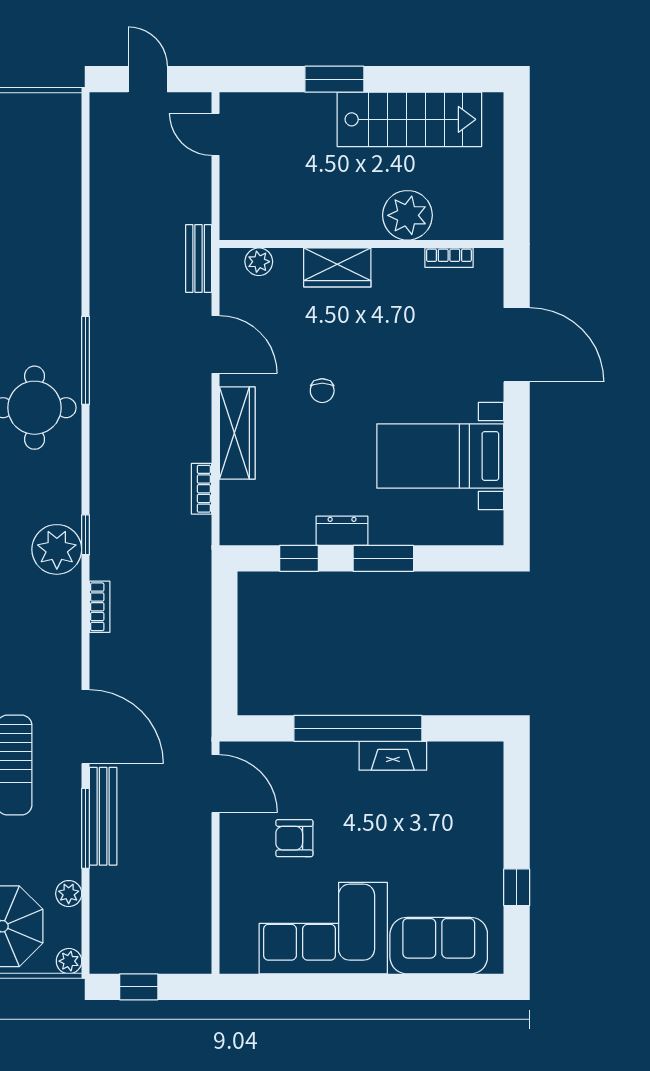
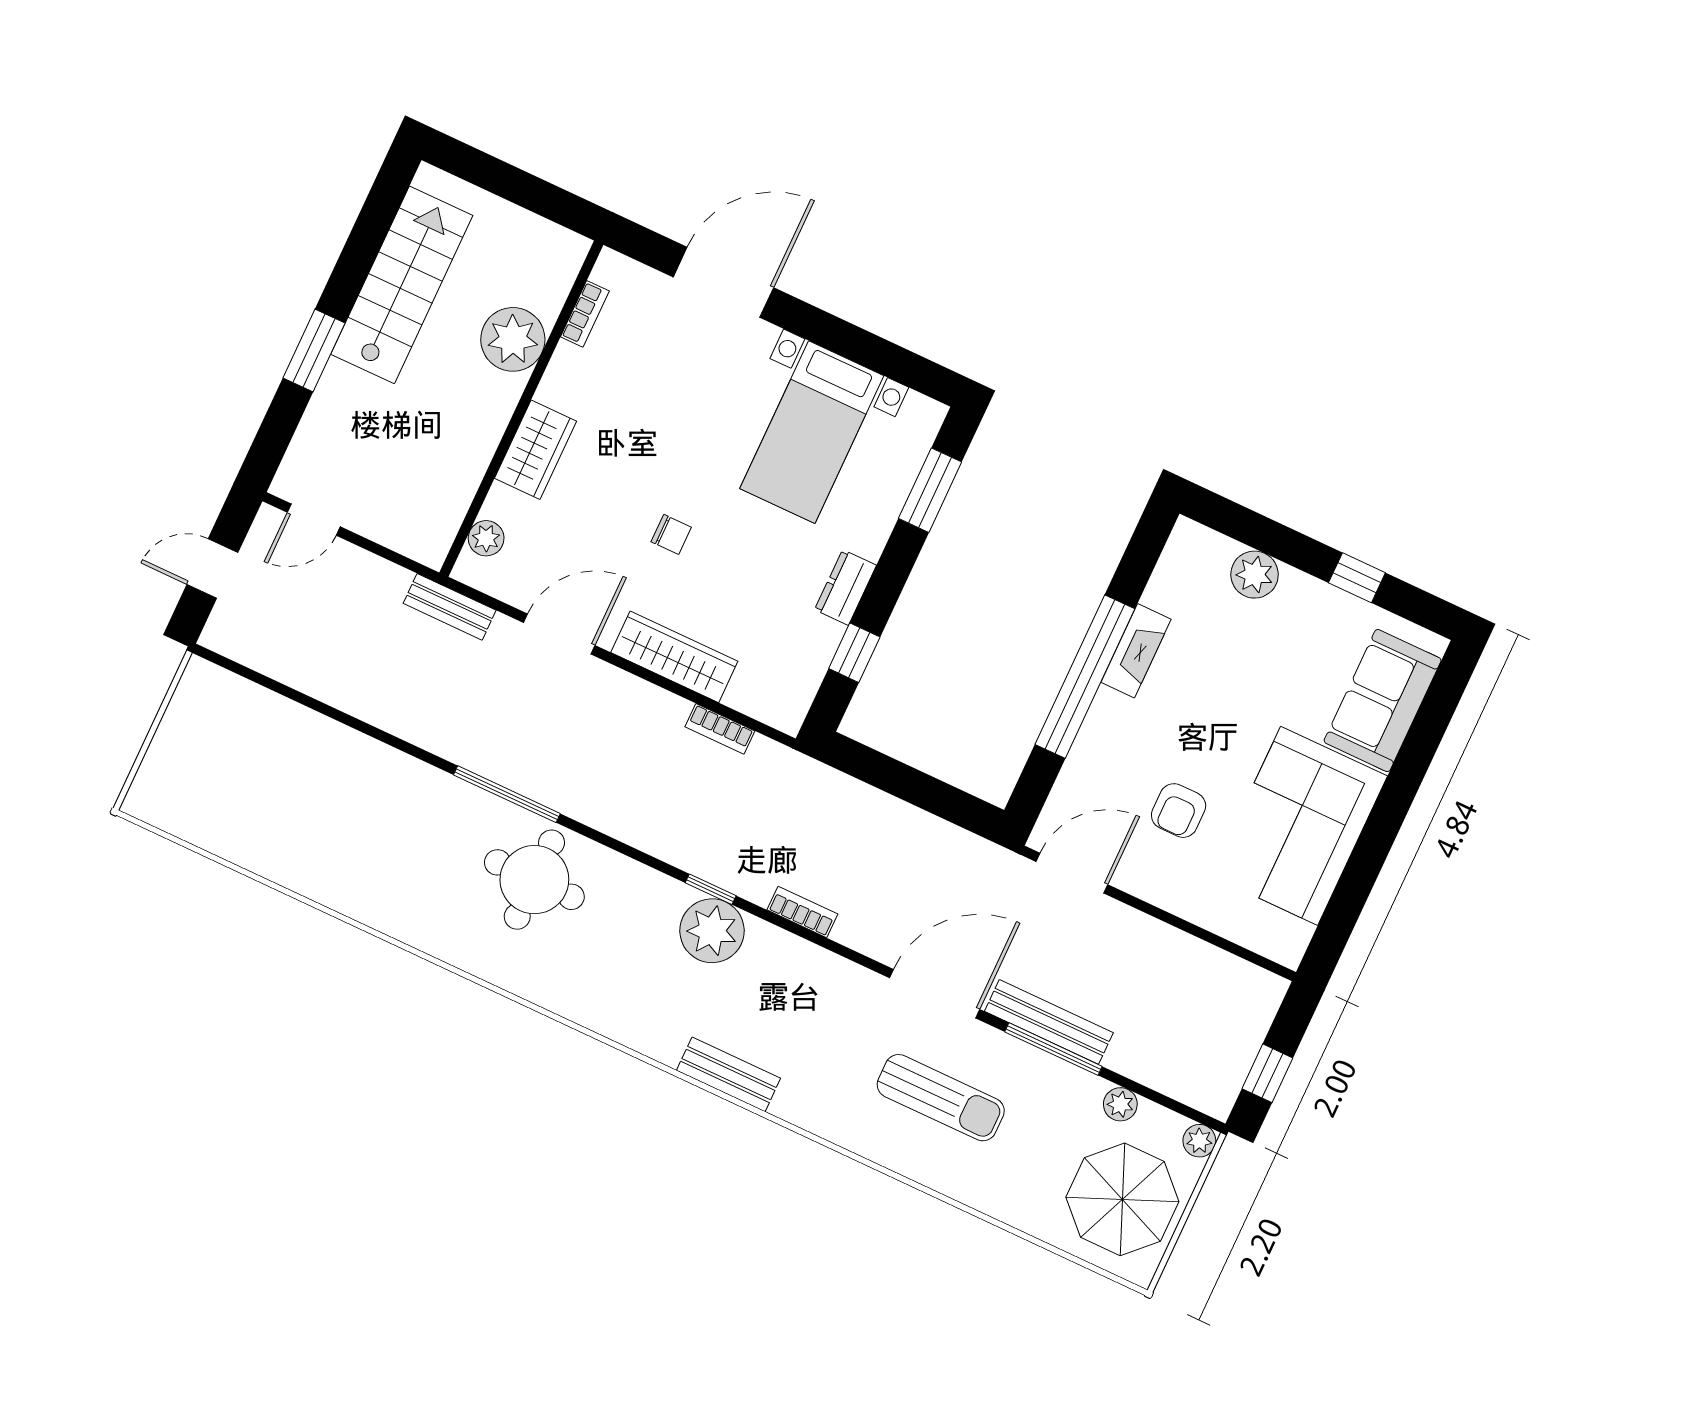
window: (383, 558) -> (930, 490), moved
plant: (485, 814) -> (1255, 575), added

